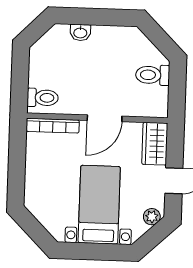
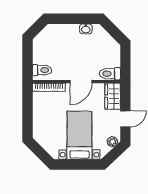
washbasin: (80, 33) -> (86, 29), moved
toilet: (153, 75) -> (110, 74), moved

